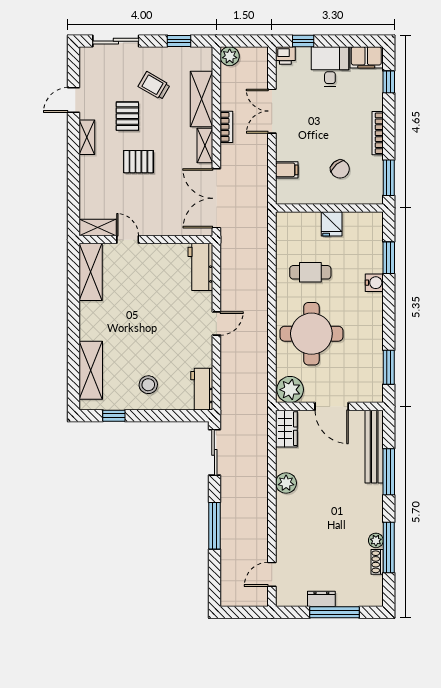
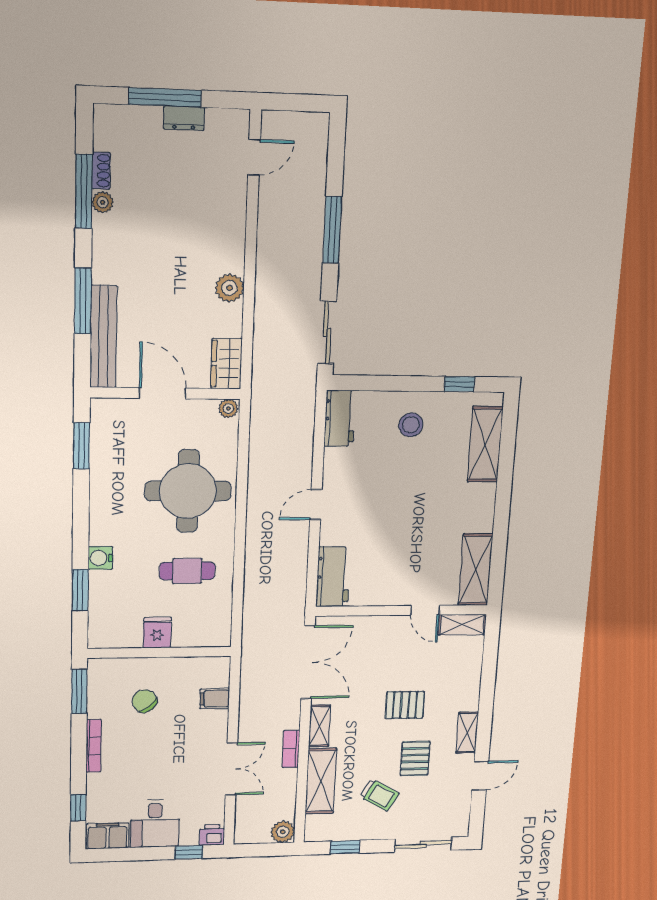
plant: (290, 390) -> (228, 409), width x0.53, depth x0.53

